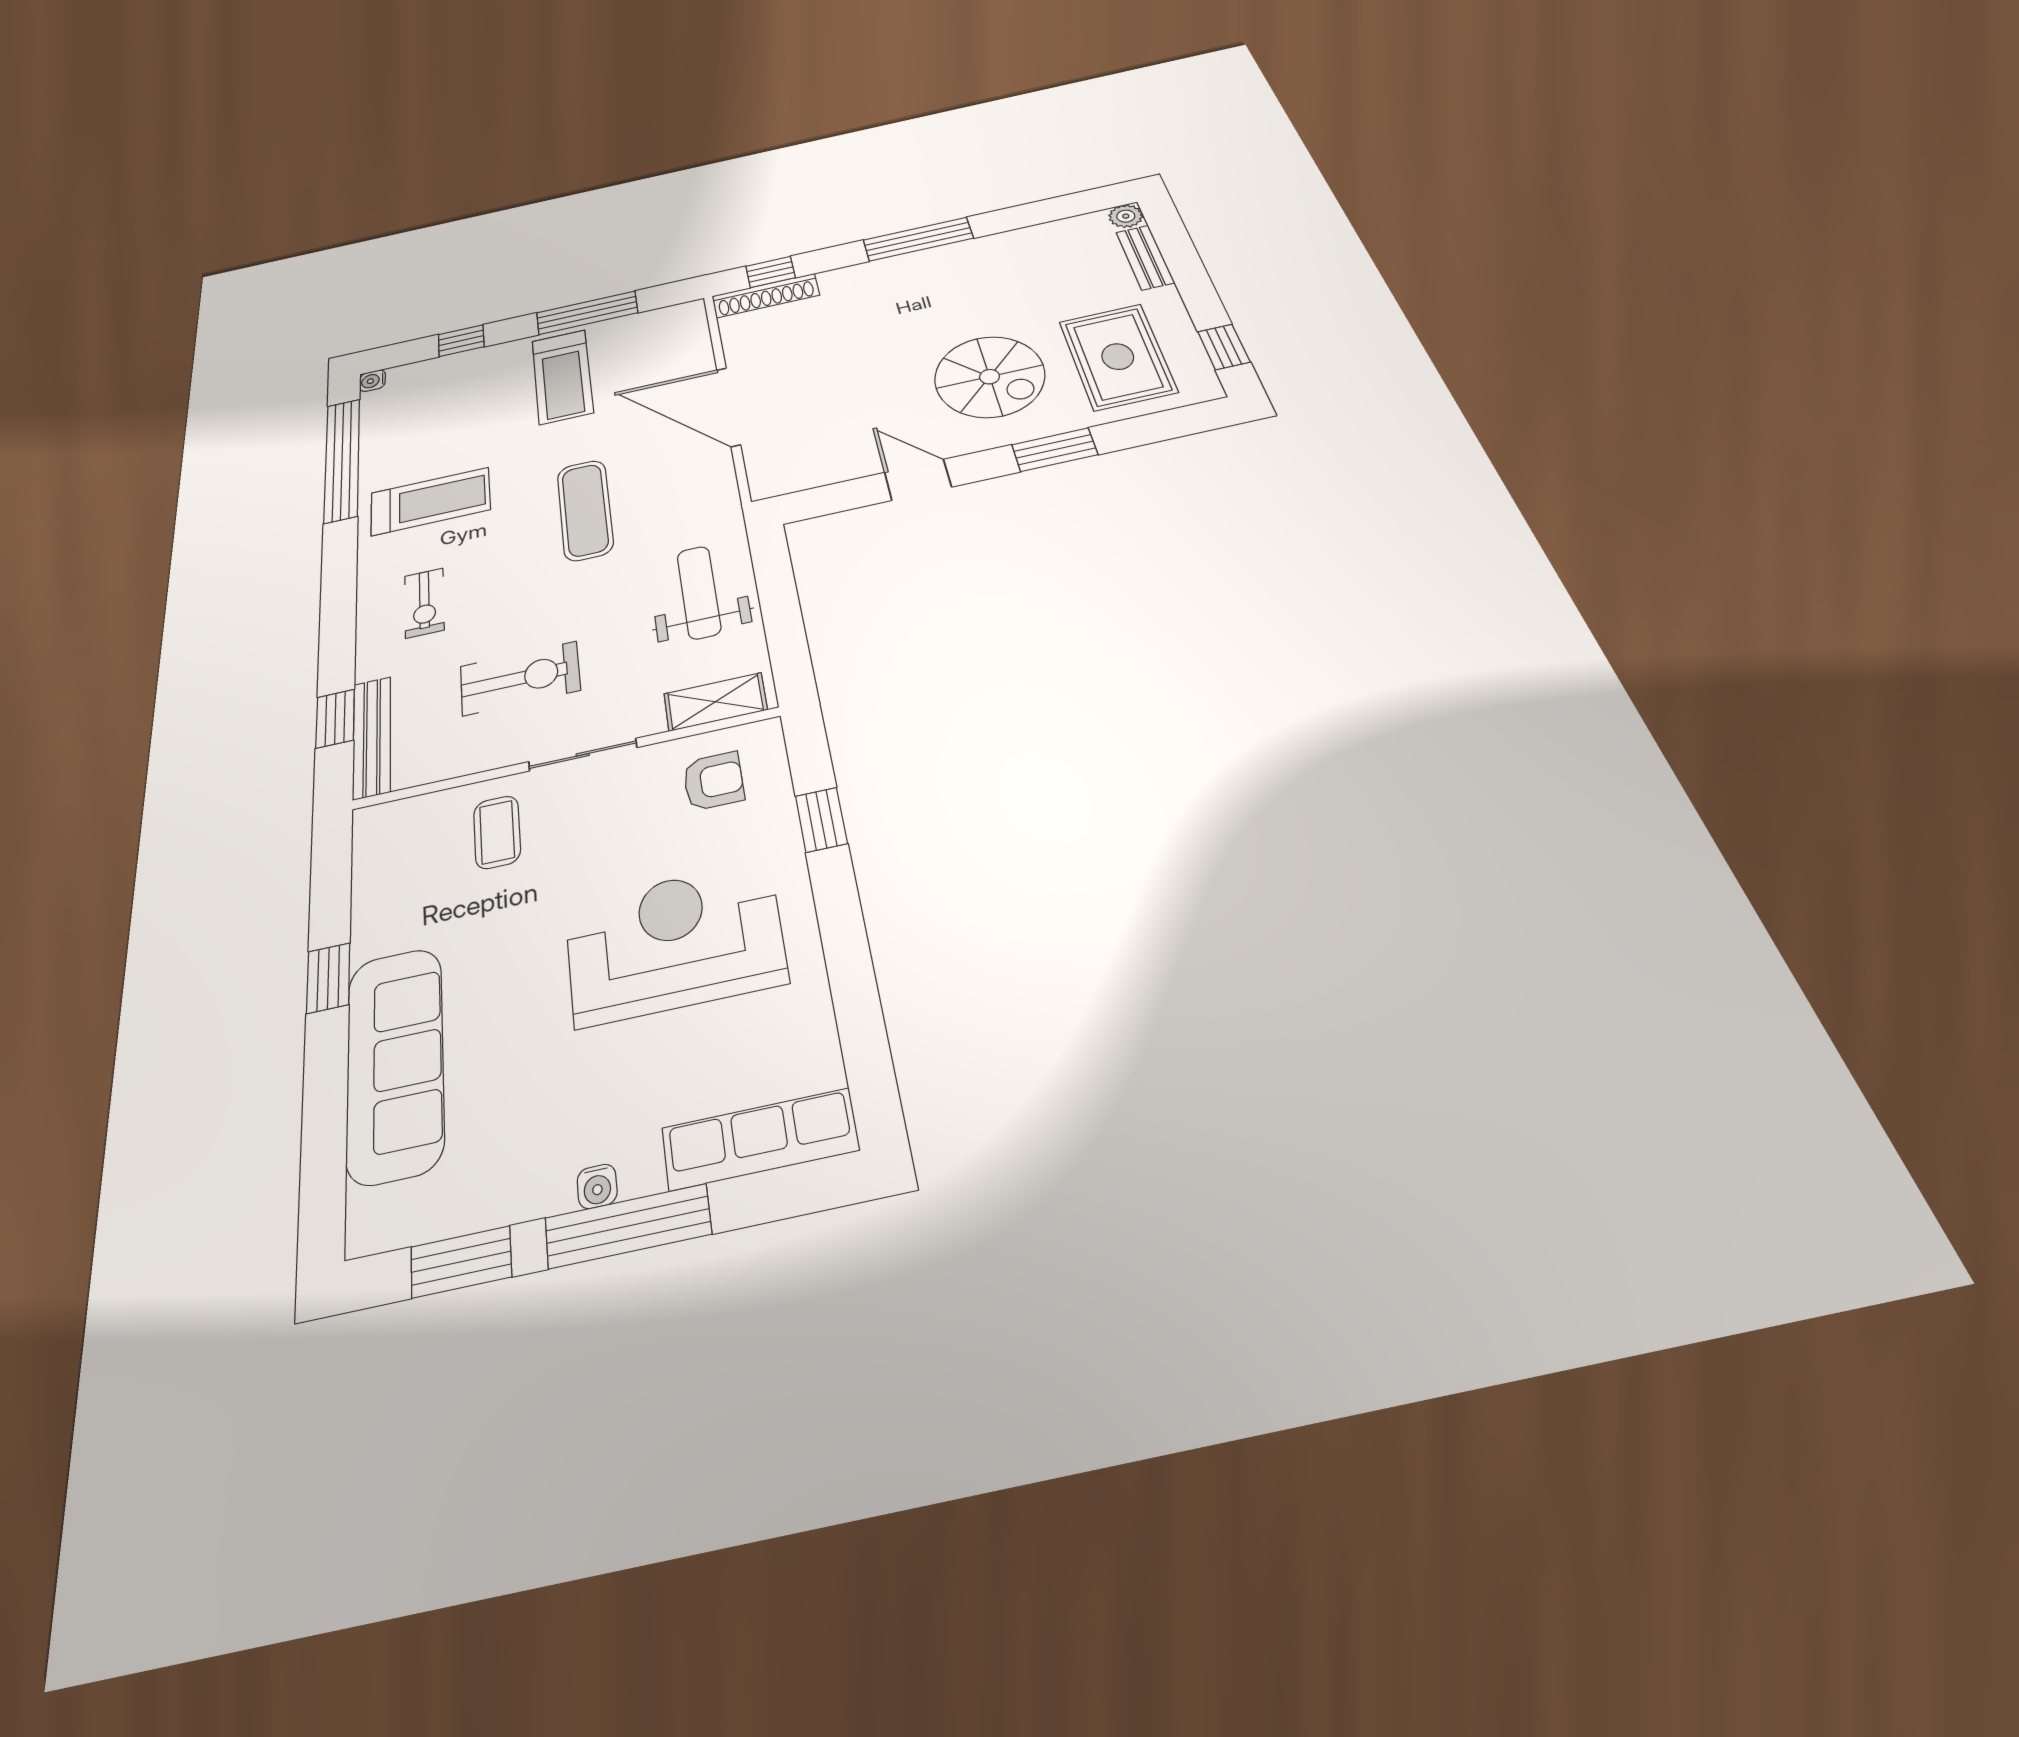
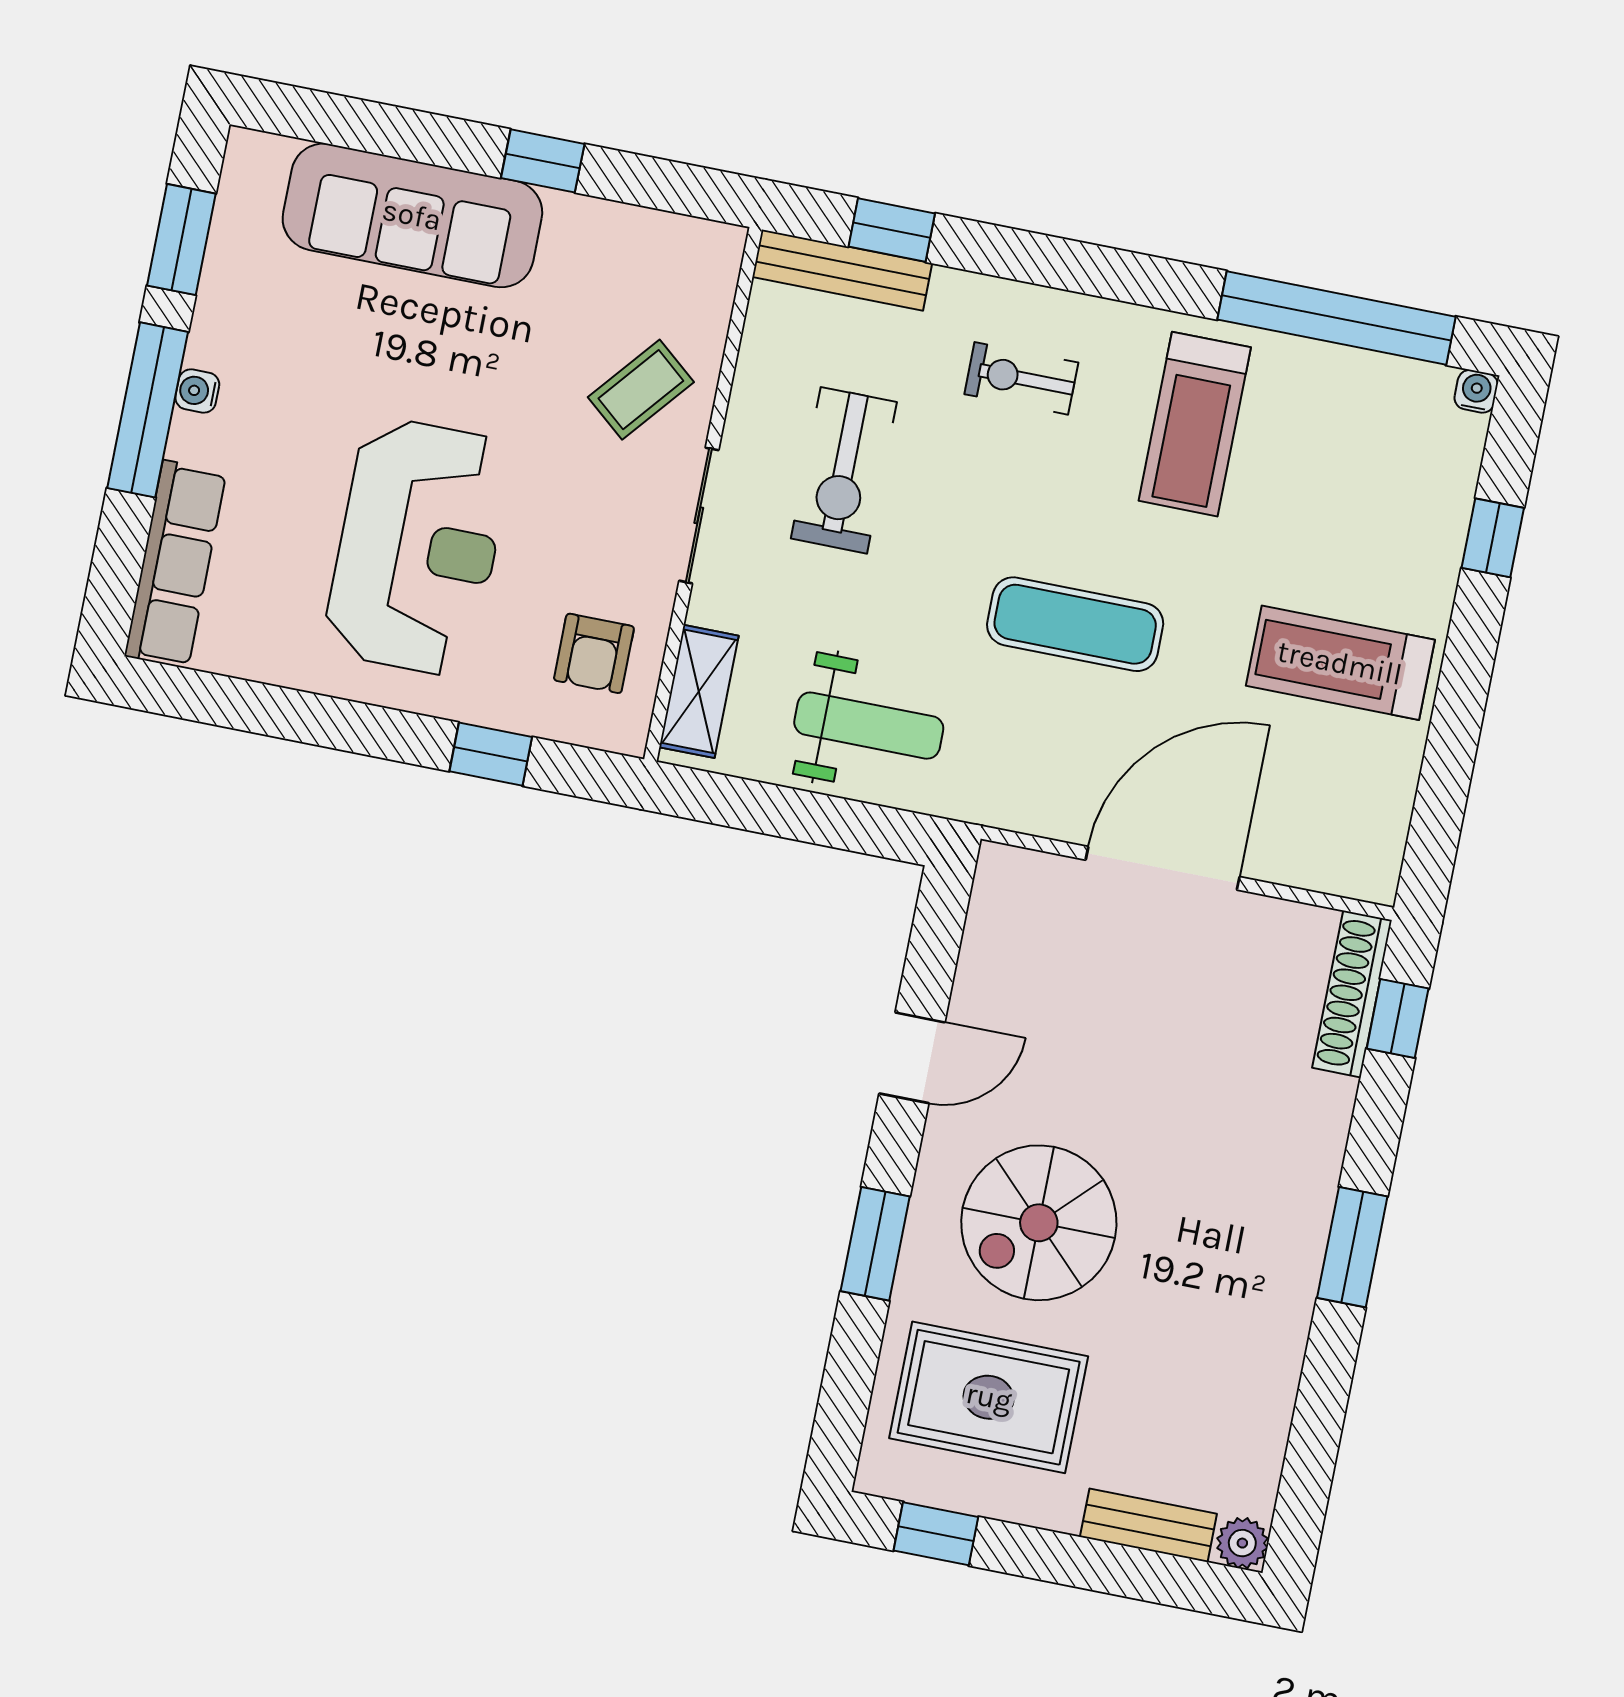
window: (918, 239) -> (1352, 1247), width x0.69
window: (587, 313) -> (1454, 734), removed
coffee table: (497, 832) -> (641, 390), turned -50

